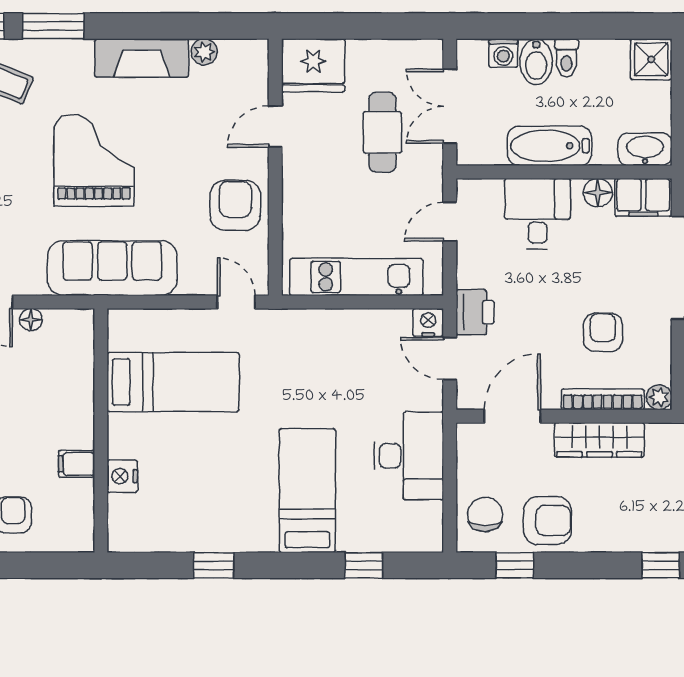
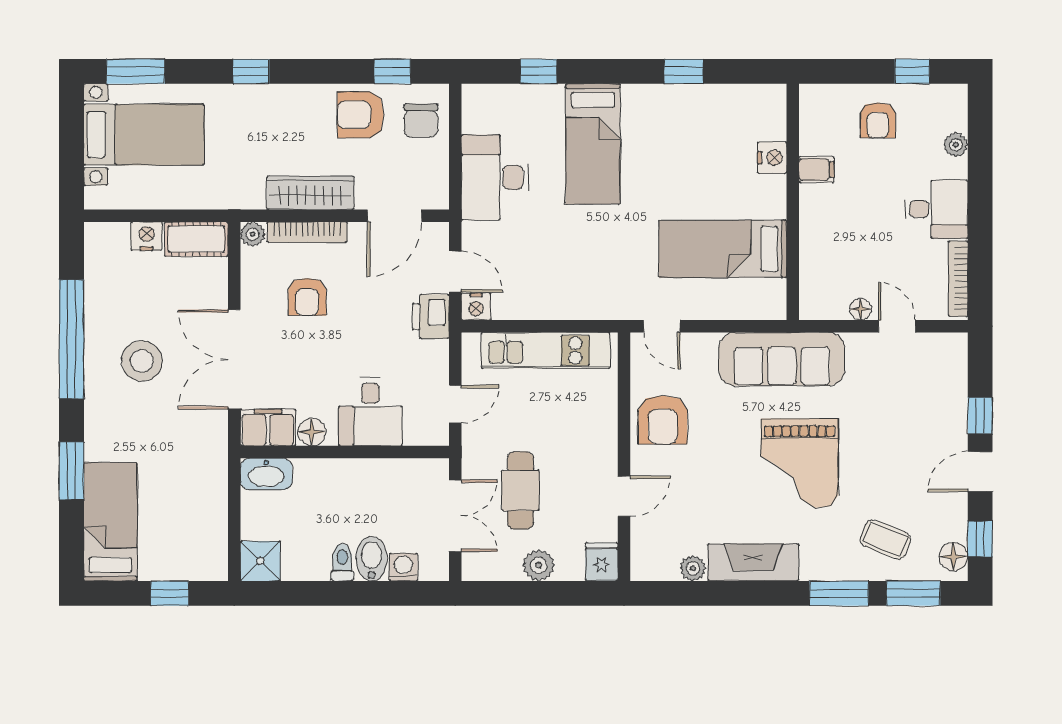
plant: (364, 55) -> (539, 565), added
fridge: (313, 65) -> (602, 562), width x0.53, depth x0.75
bathtub: (550, 146) -> (359, 477), removed

